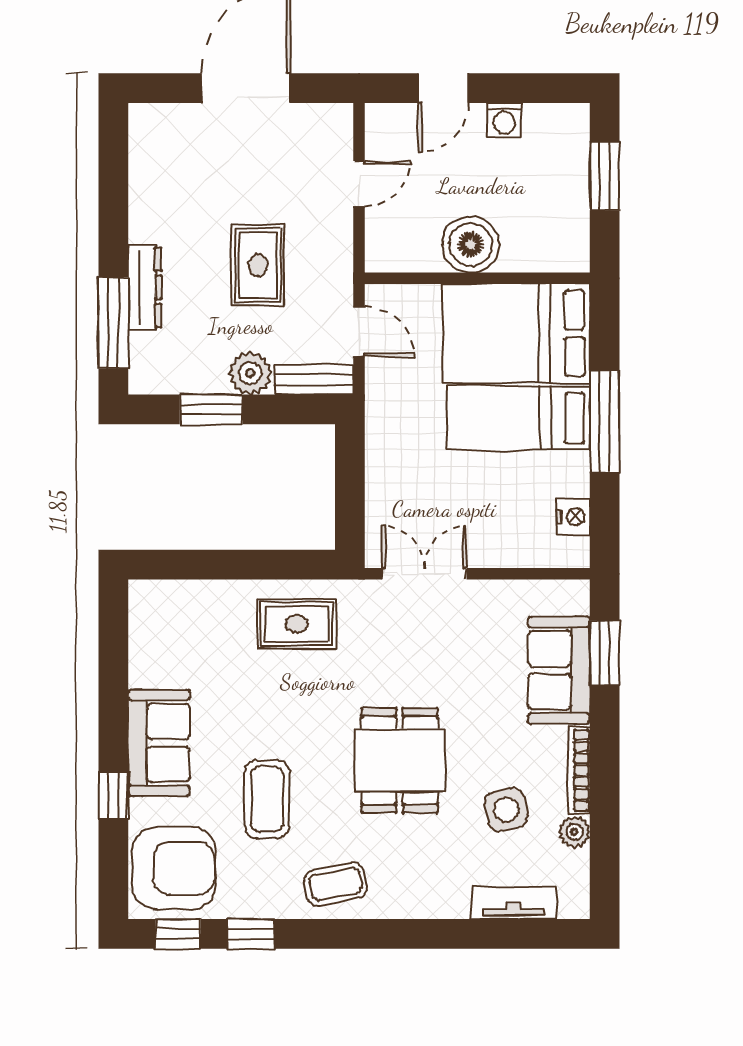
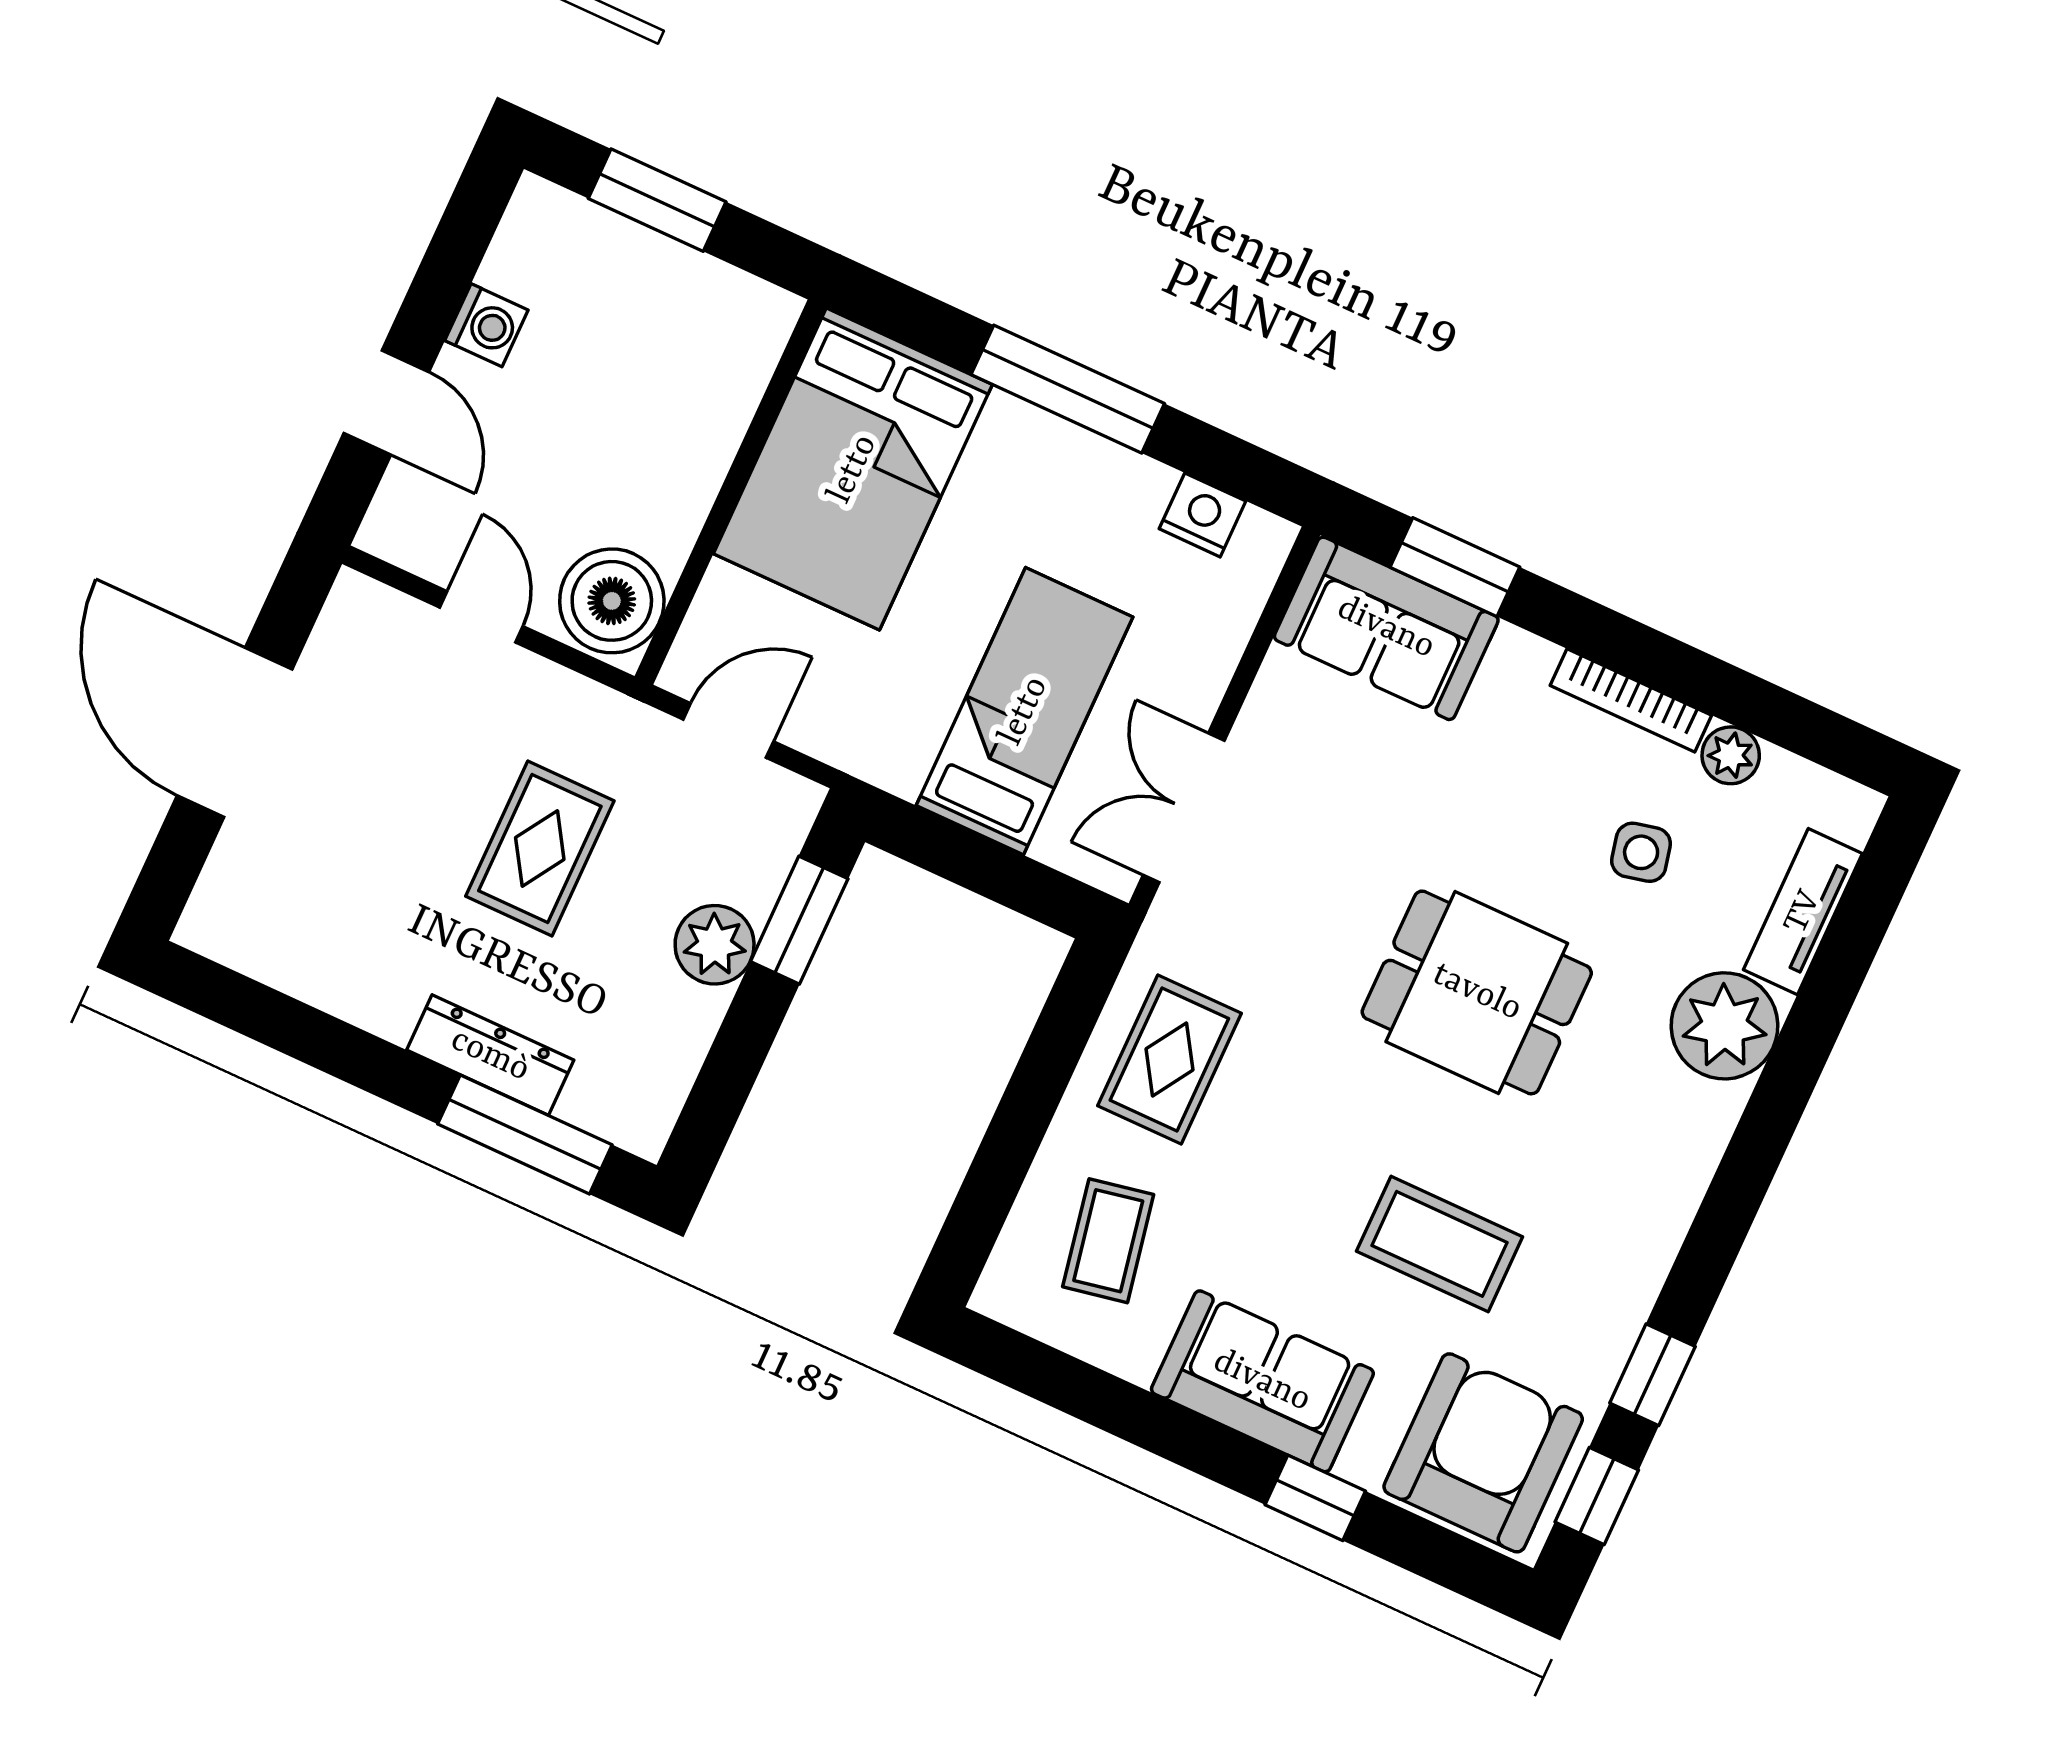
boiler: (471, 244) -> (612, 601), moved
rug: (258, 265) -> (540, 849), turned 90
bench: (314, 380) -> (774, 843), removed
window: (211, 409) -> (799, 920), moved
bed: (519, 418) -> (1024, 711), moved, turned 180
sofa: (559, 670) -> (1386, 628), moved
side table: (506, 810) -> (1641, 852), width x0.73, depth x0.73
coffee table: (336, 884) -> (1108, 1241), moved
plant: (439, 890) -> (1724, 1026), added

